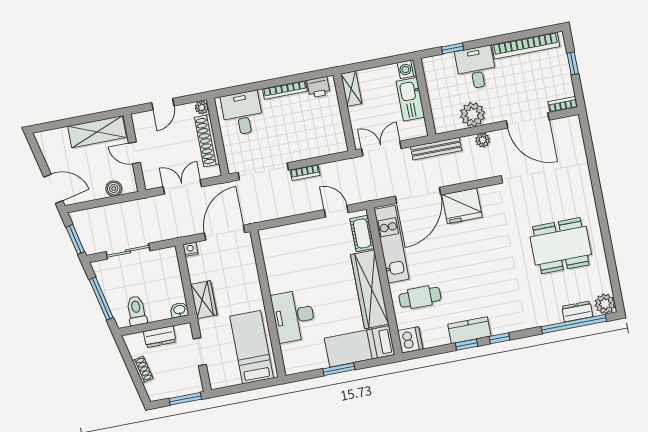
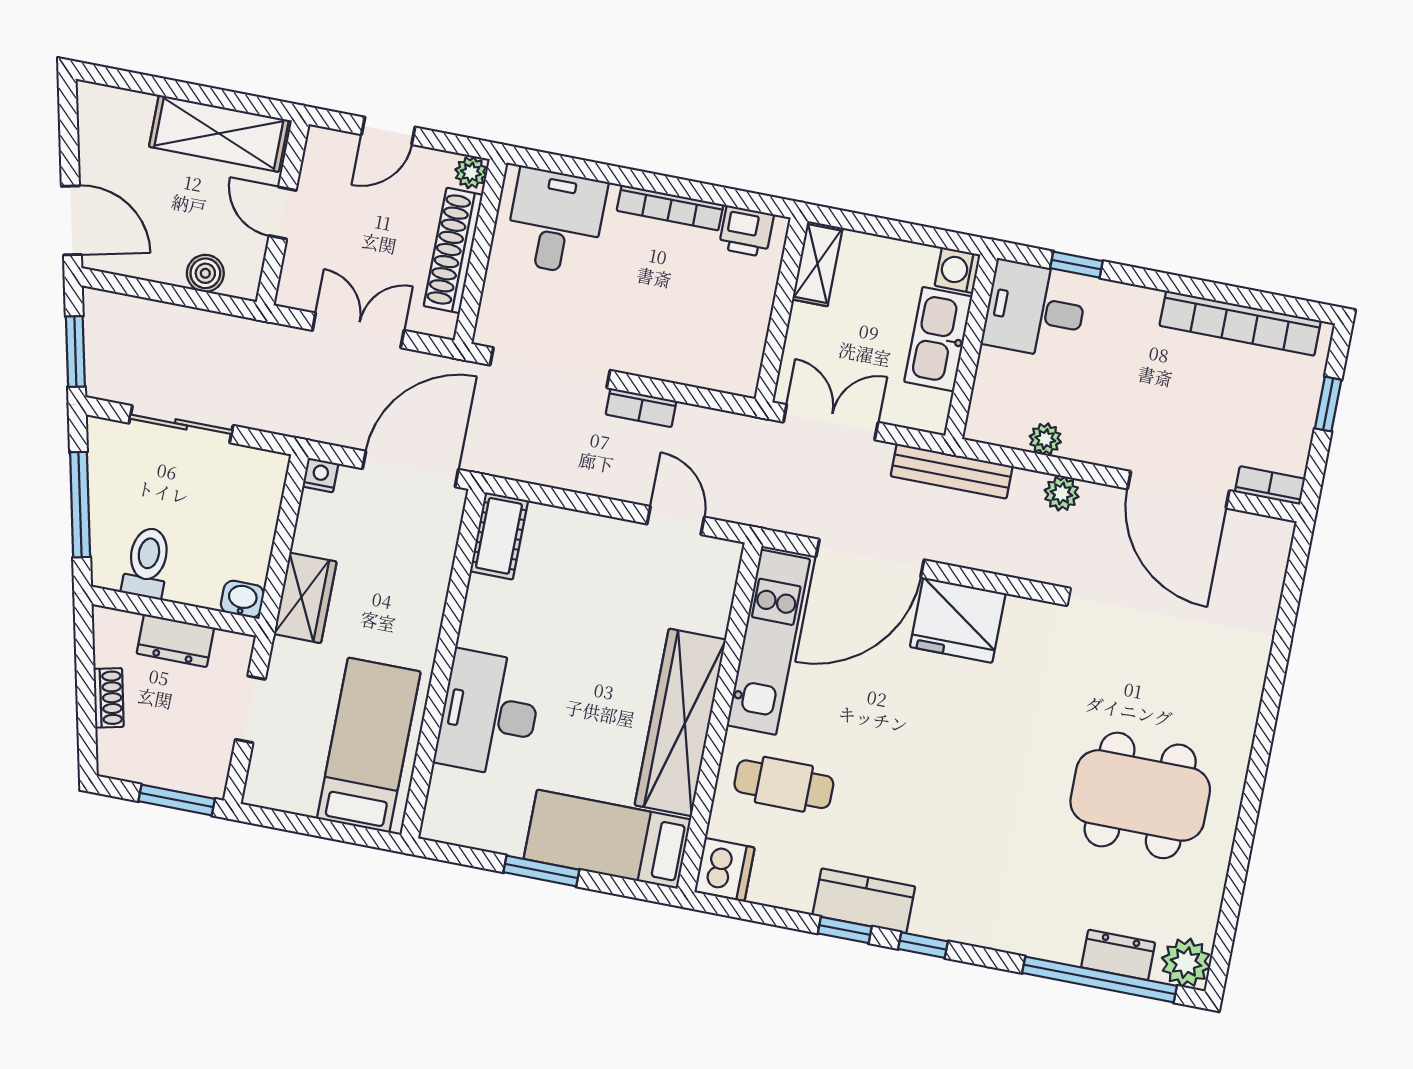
desk: (476, 68) -> (1035, 310), moved, turned -90
plant: (472, 114) -> (1045, 439), width x0.53, depth x0.53
cot: (362, 234) -> (499, 536), moved

